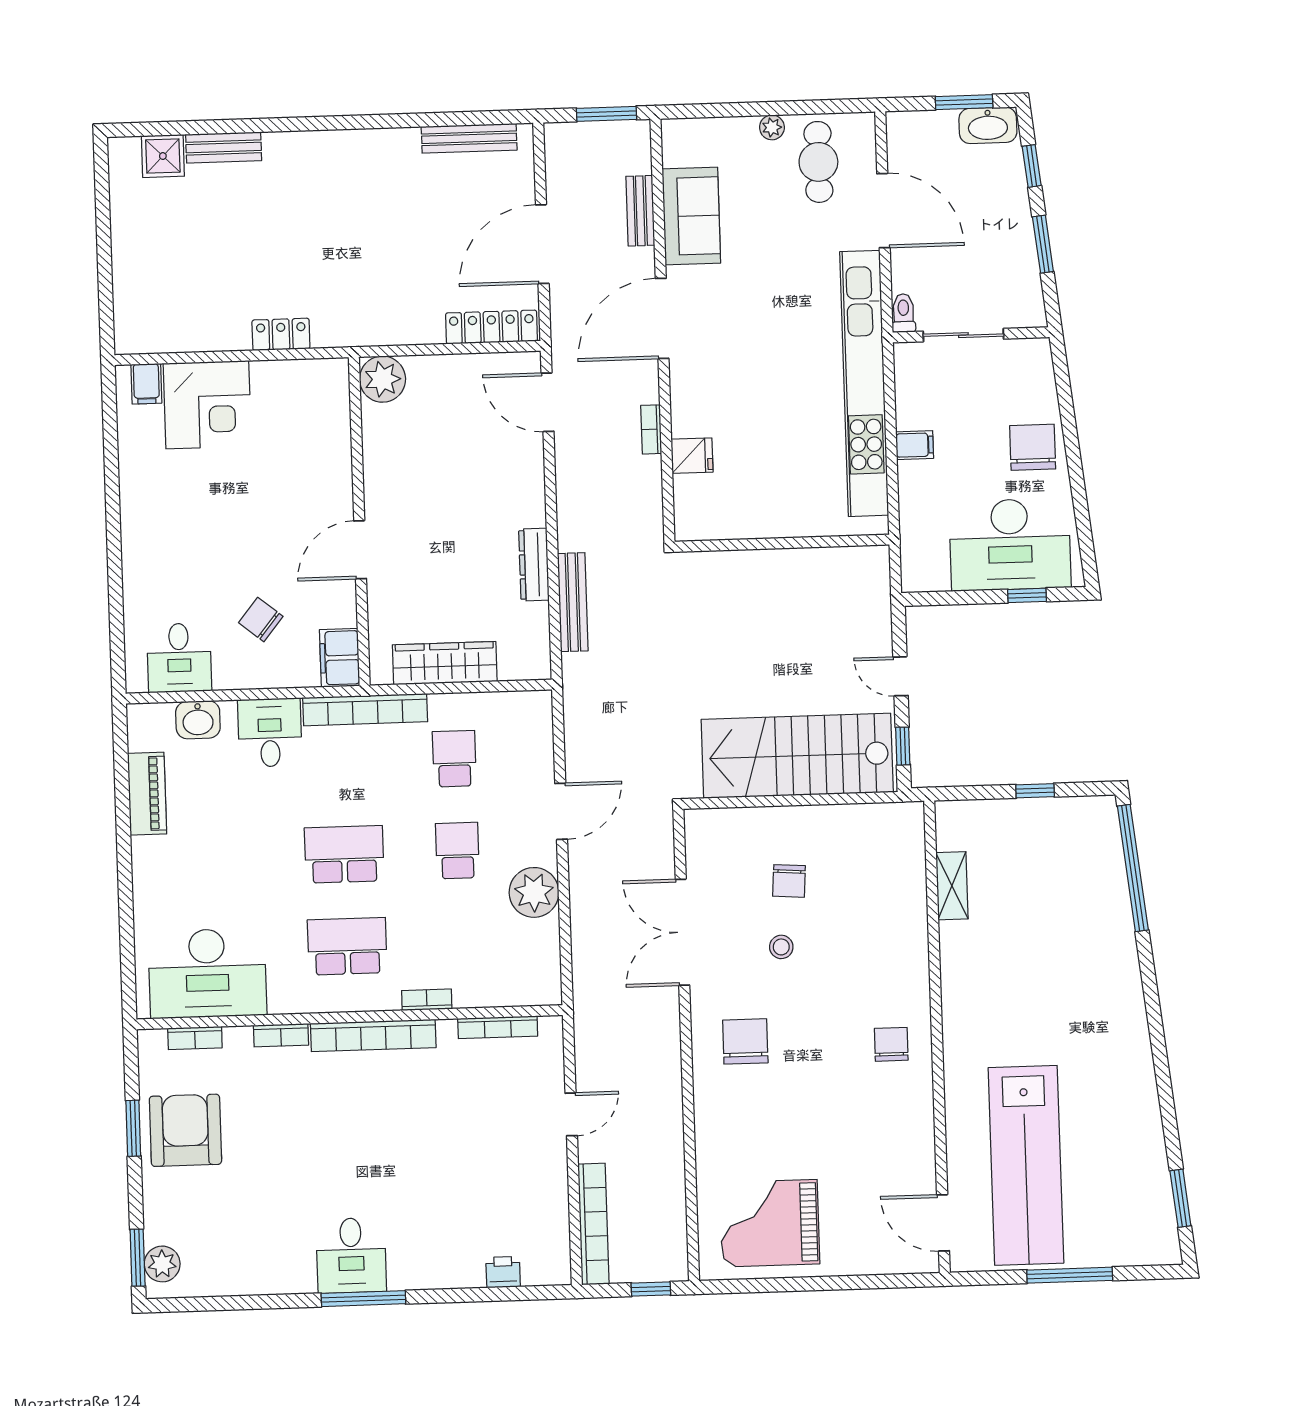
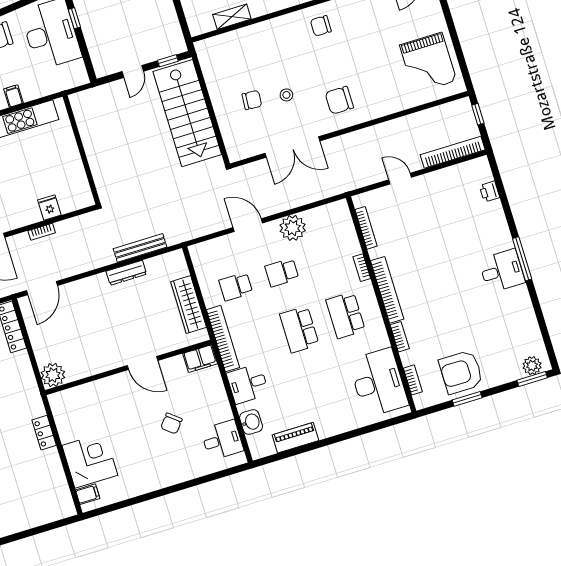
chair: (261, 619) -> (171, 424), moved

